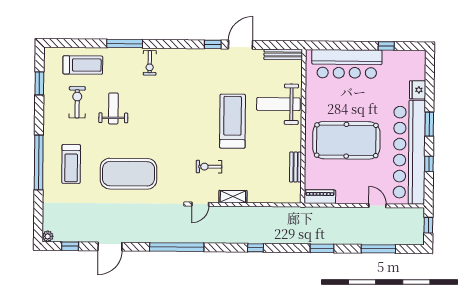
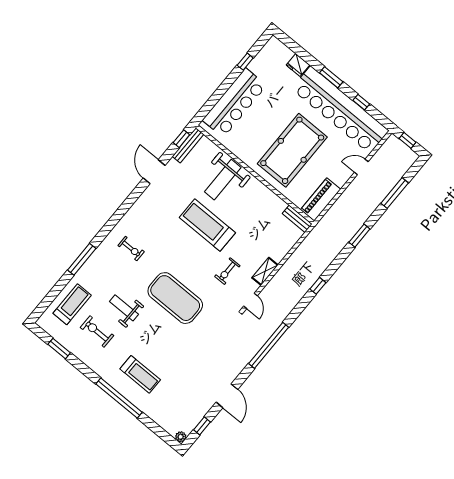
window: (213, 44) -> (181, 139), moved
exercise bike: (150, 63) -> (131, 249), moved
bench: (296, 167) -> (297, 219), moved
exercise mat: (128, 174) -> (175, 298), moved, turned 90
piano: (320, 197) -> (321, 200), width x1.37, depth x1.33

